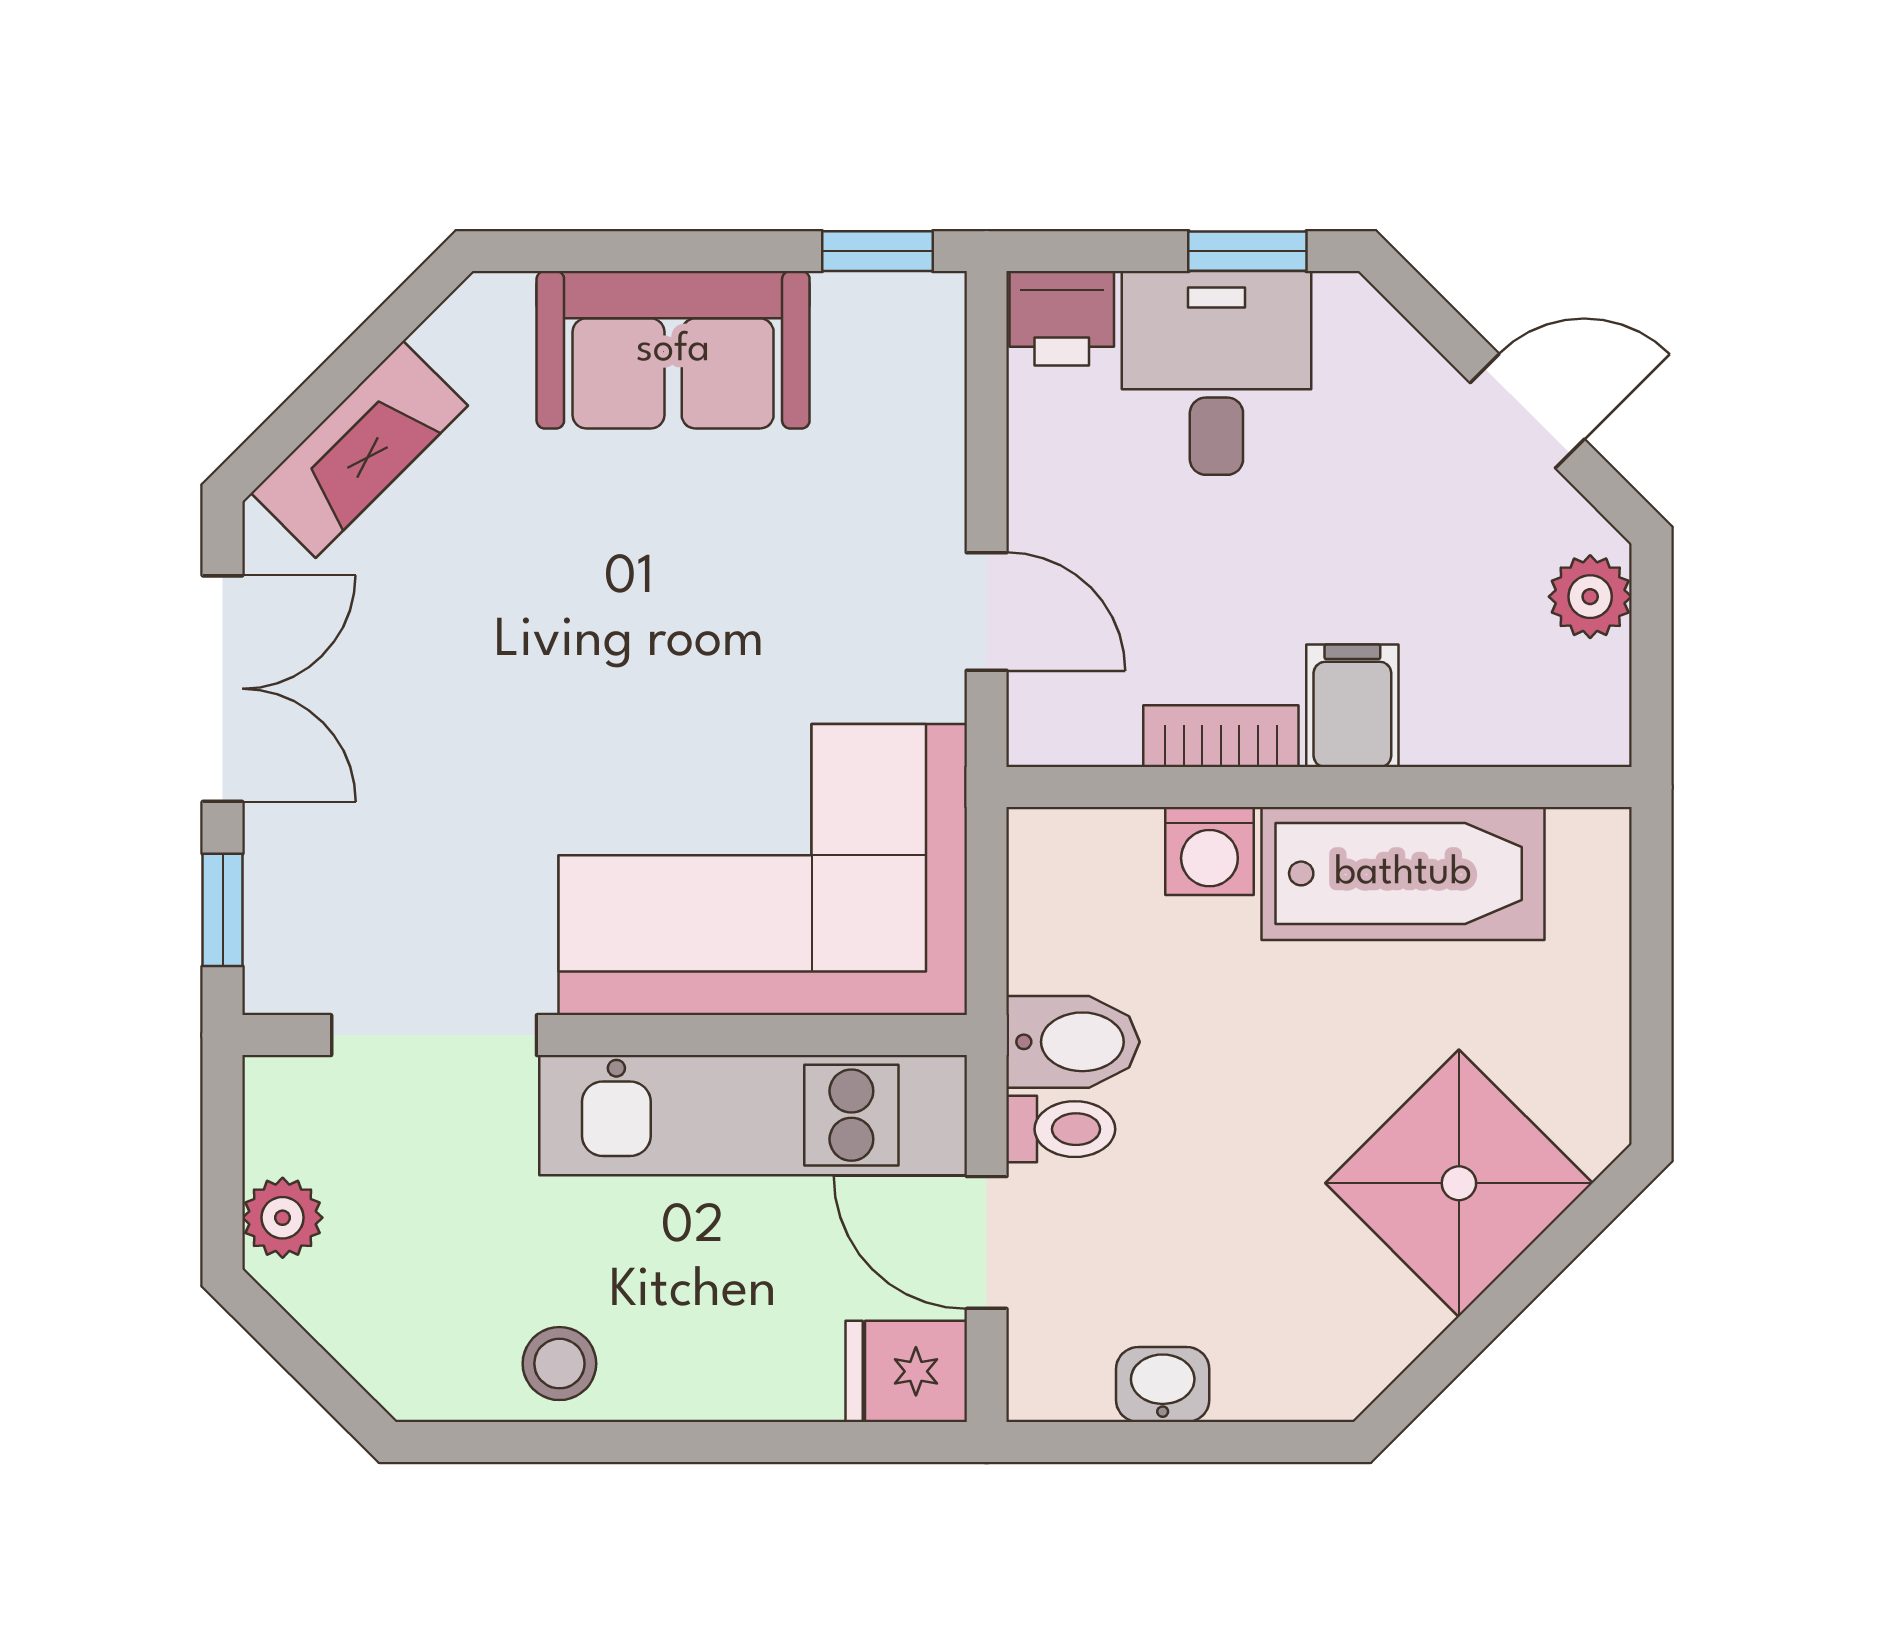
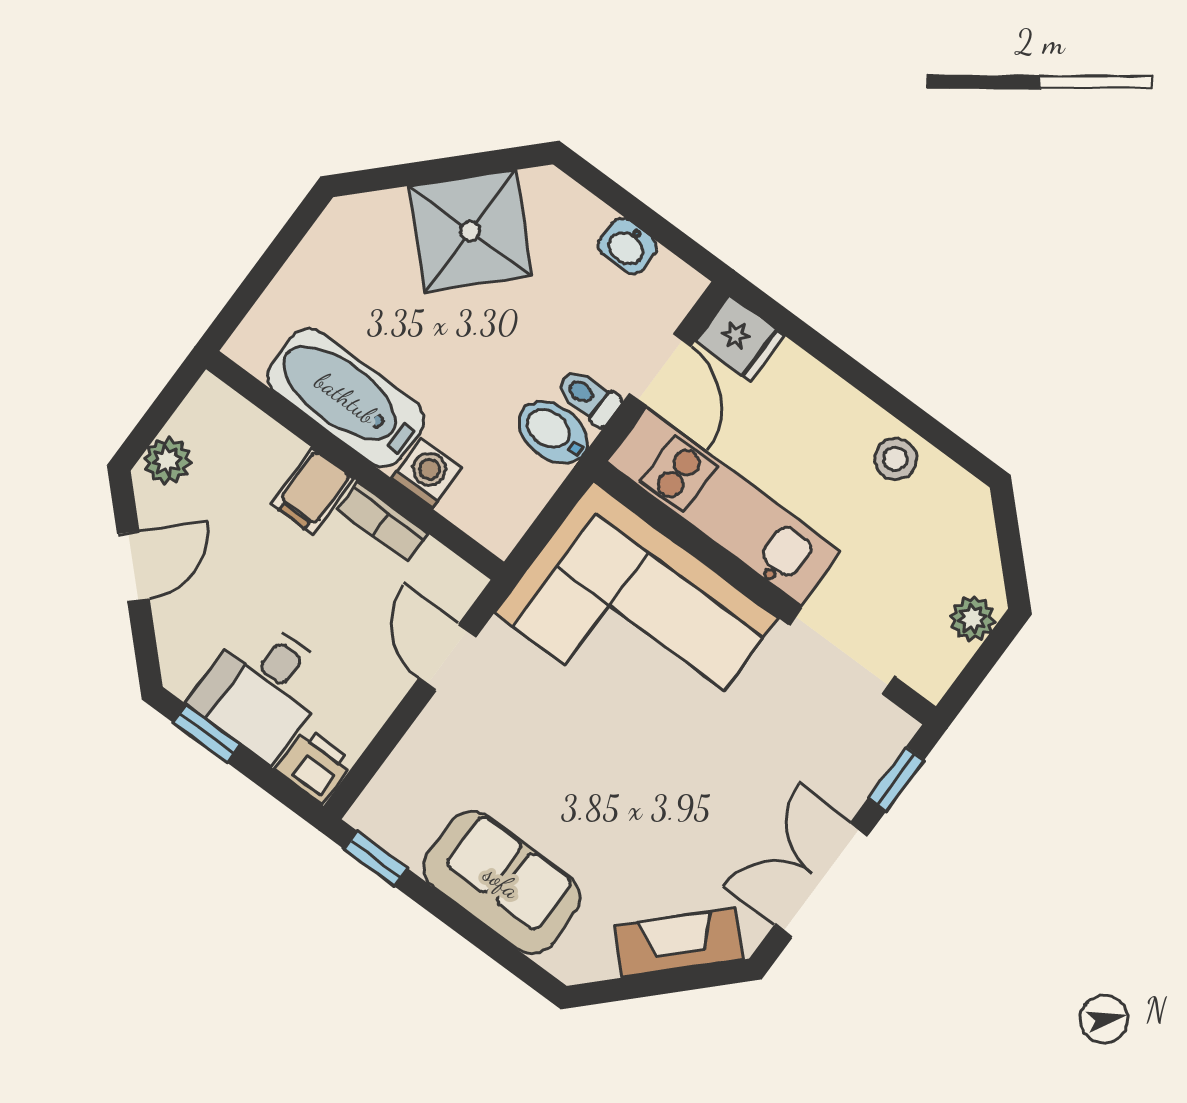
door: (1527, 411) -> (133, 567), swing flipped
shower: (1459, 1183) -> (470, 231), moved

